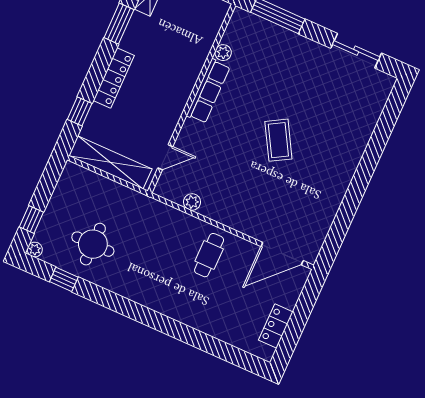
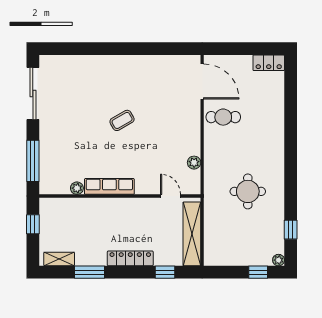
sliding door: (356, 51) -> (33, 93), width x1.37
coffee table: (278, 140) -> (122, 120), width x0.73, depth x0.77
round table: (93, 244) -> (248, 191), moved
cafe table: (209, 255) -> (223, 117), moved
locker: (276, 326) -> (269, 63), moved

